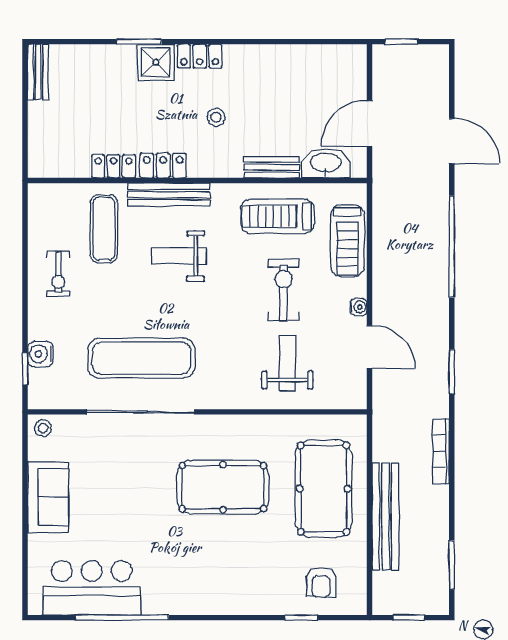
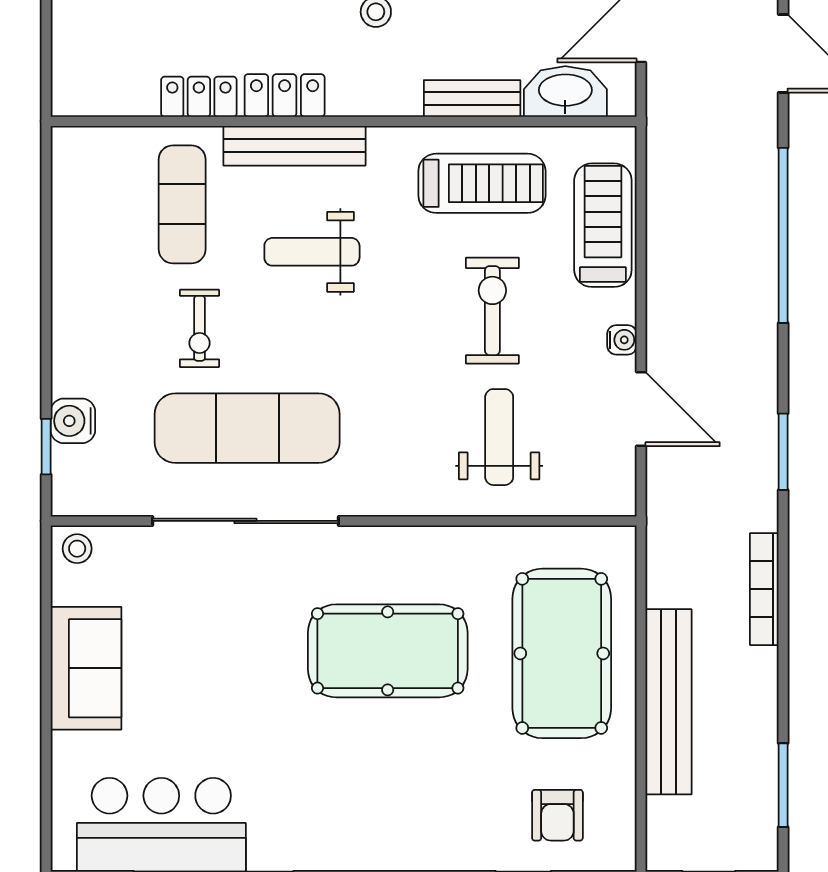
treadmill: (277, 216) -> (482, 183), turned 180
treadmill: (347, 241) -> (603, 225), turned 180
exercise bike: (58, 274) -> (200, 328), moved

